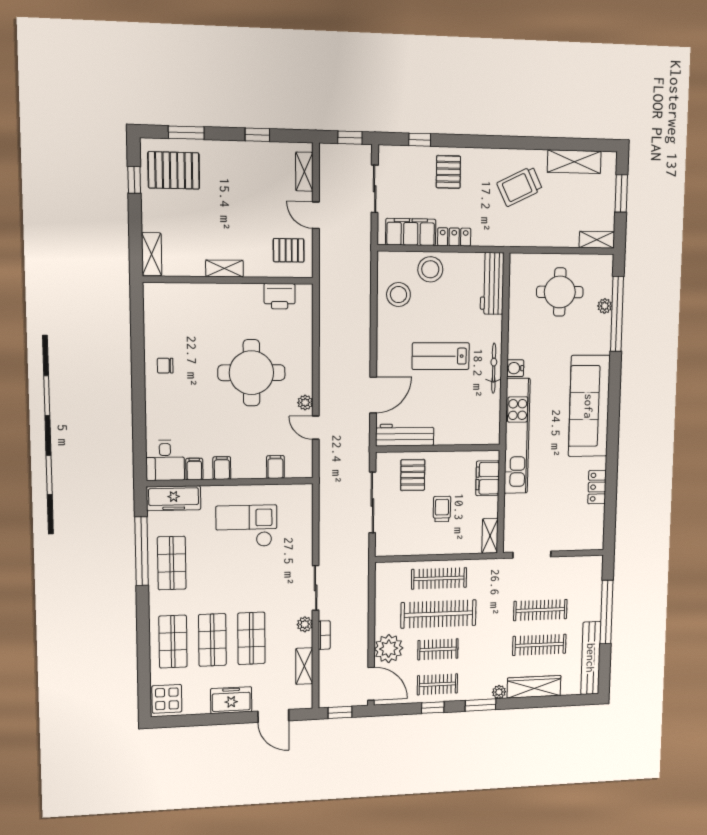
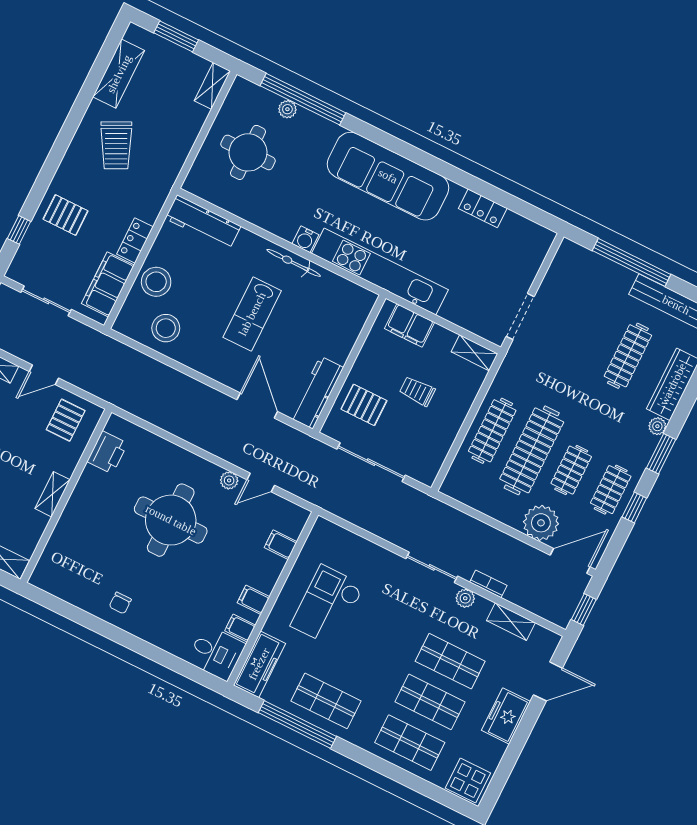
clothes rail: (540, 610) -> (588, 336), removed

